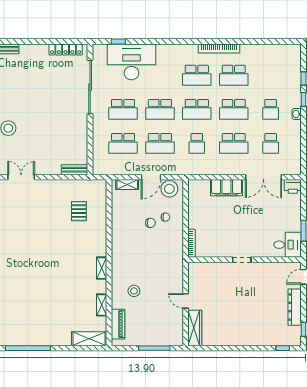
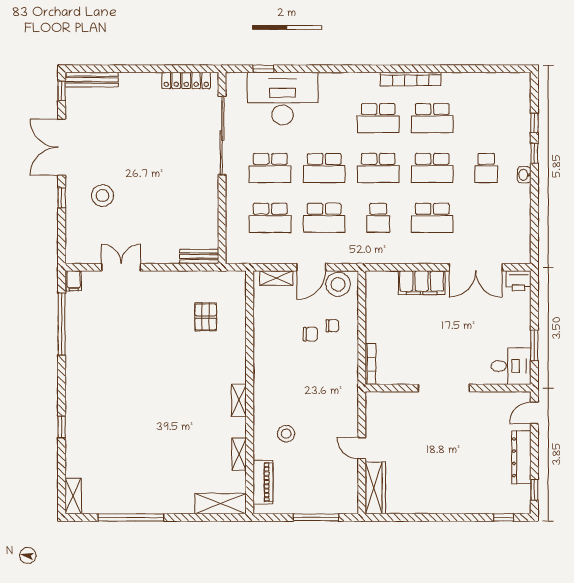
school desk: (271, 143) -> (486, 218), removed
doorway: (242, 260) -> (444, 388), width x1.88

